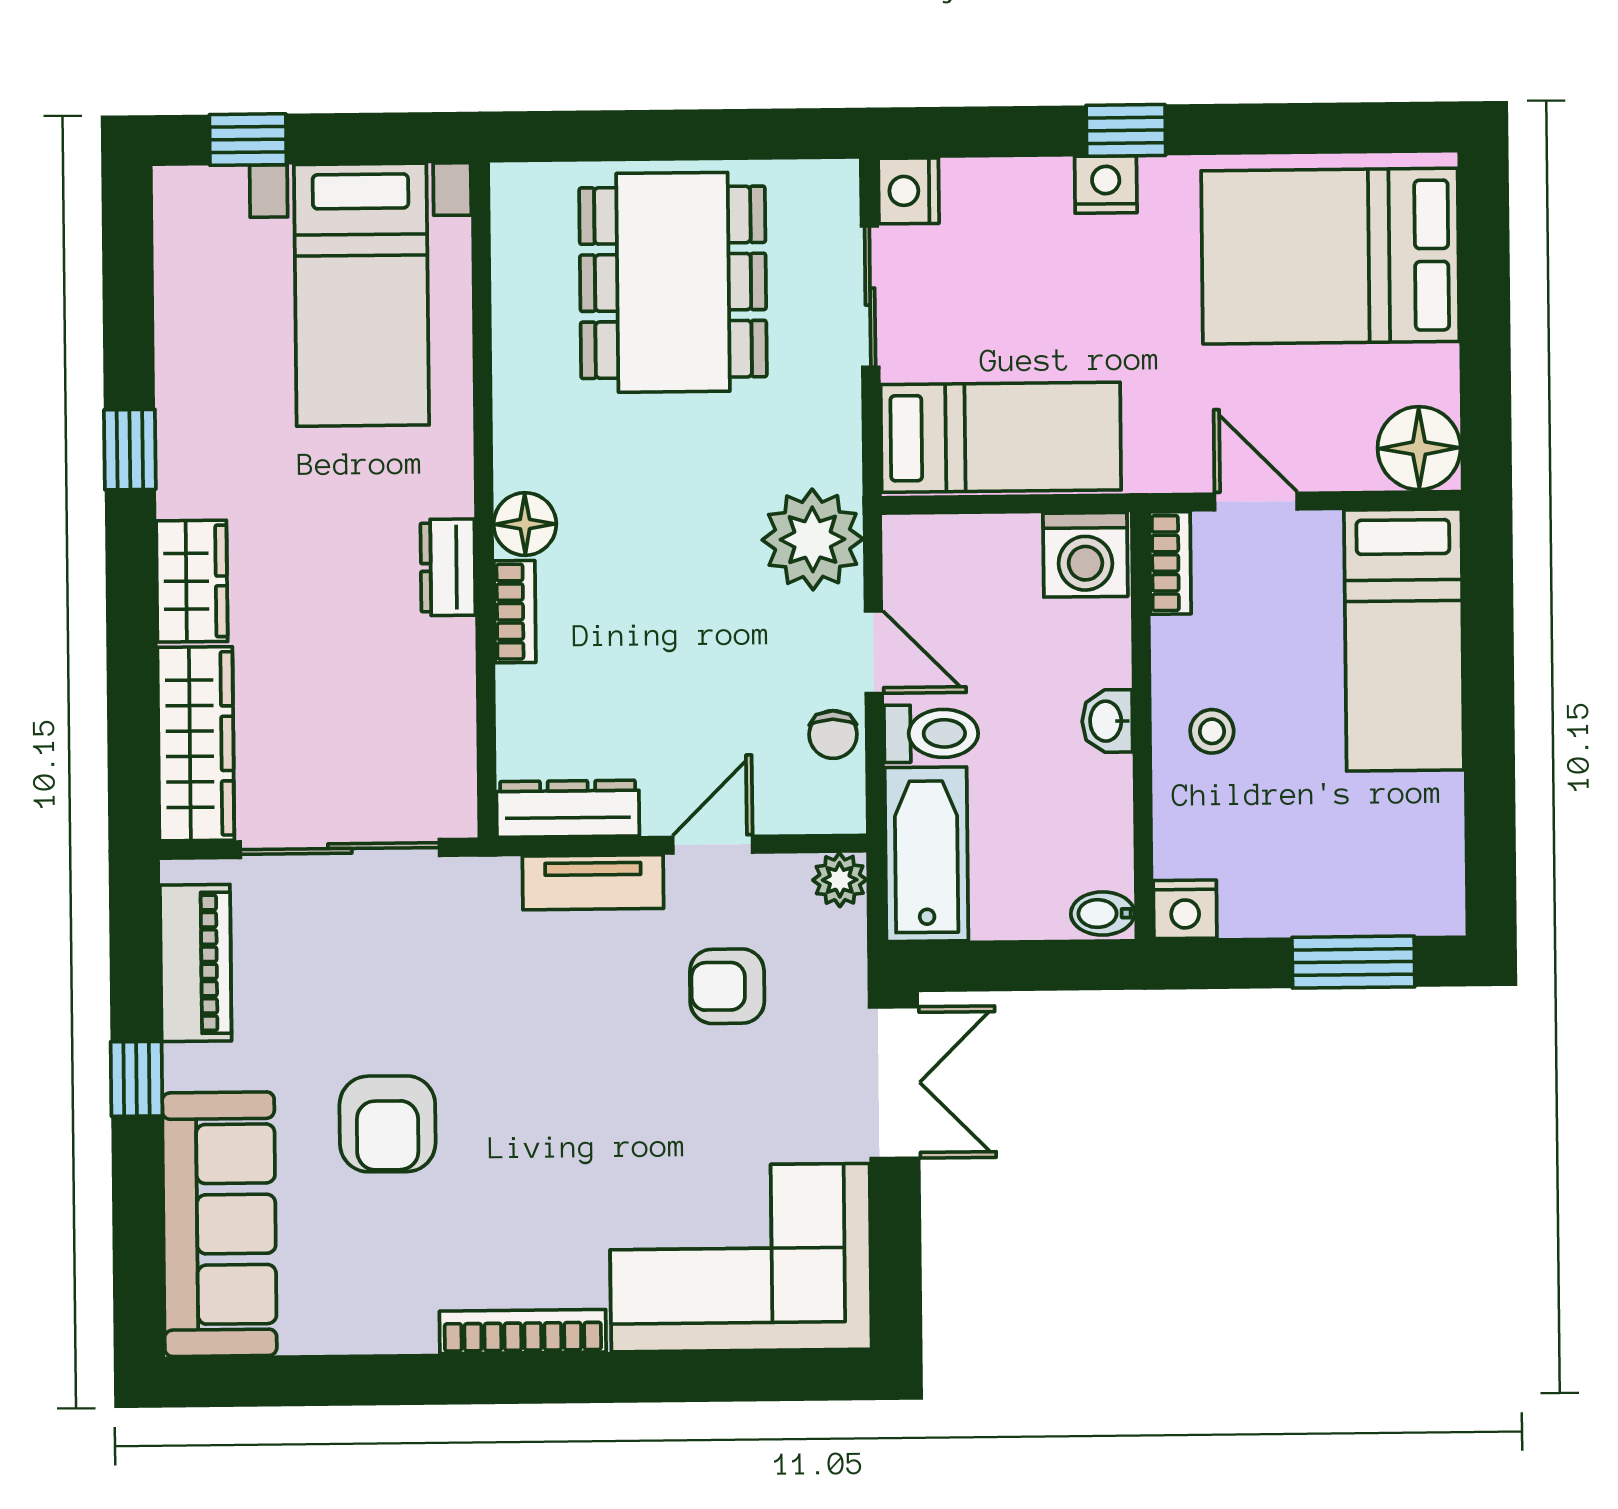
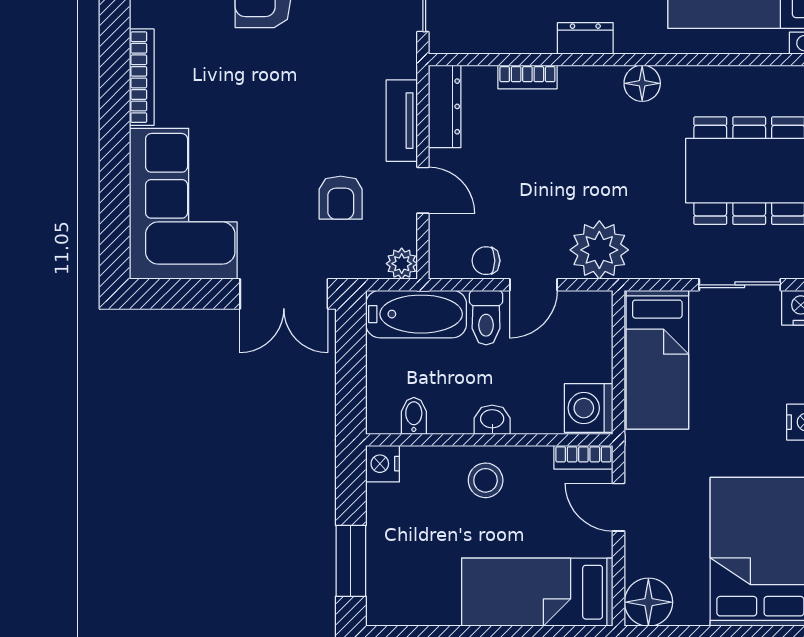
door: (1256, 502) -> (619, 507), swing flipped
floor lamp: (525, 524) -> (642, 83), moved
bookcase: (515, 612) -> (527, 77), moved
stool: (1212, 731) -> (486, 480), width x1.37, depth x1.37
bidet: (1103, 913) -> (414, 416), moved
armchair: (727, 986) -> (341, 198), turned 180

